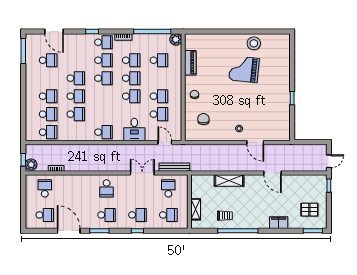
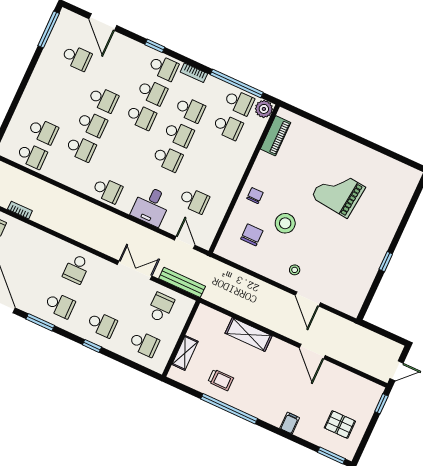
stool: (254, 43) -> (285, 223), moved
piano: (190, 63) -> (276, 136), moved
school desk: (48, 96) -> (54, 107), removed
school desk: (159, 96) -> (239, 102), moved
filing cabinet: (279, 223) -> (290, 423), width x0.50

